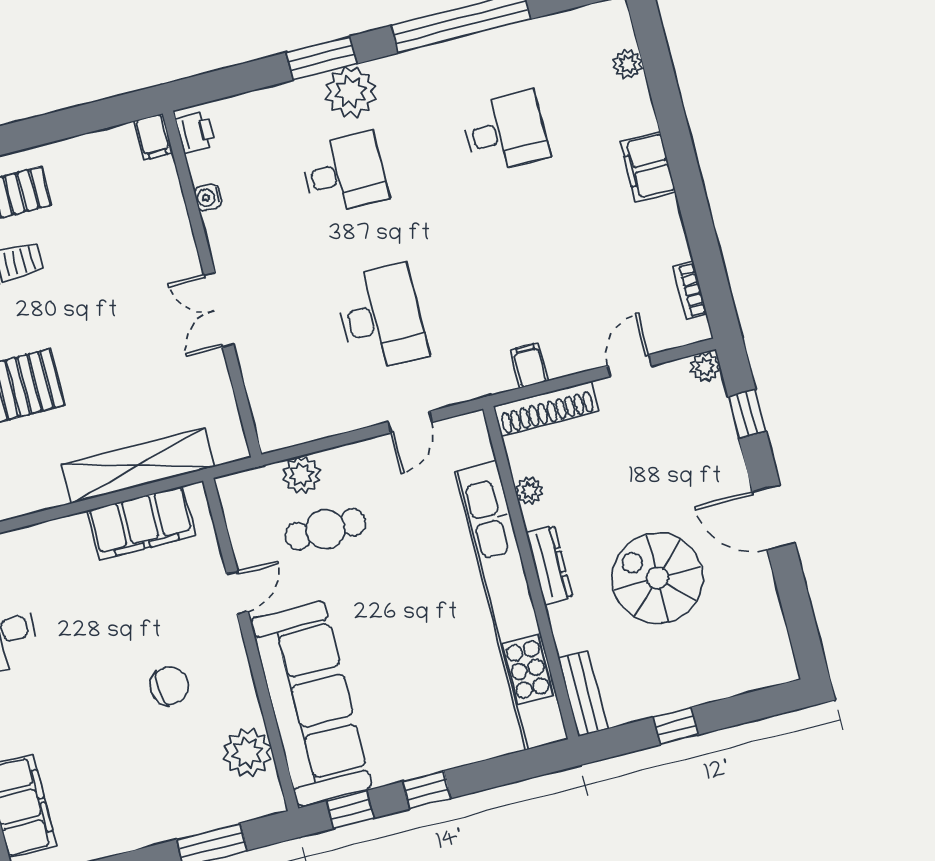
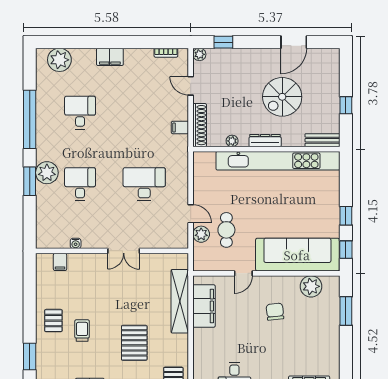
plant: (628, 64) -> (59, 60), width x1.87, depth x1.87
printer: (195, 132) -> (47, 242), removed
filing cabinet: (153, 137) -> (60, 262), moved, turned 90
door: (410, 422) -> (191, 214), moved
door: (774, 517) -> (294, 42), moved
door: (237, 593) -> (243, 273), swing flipped

